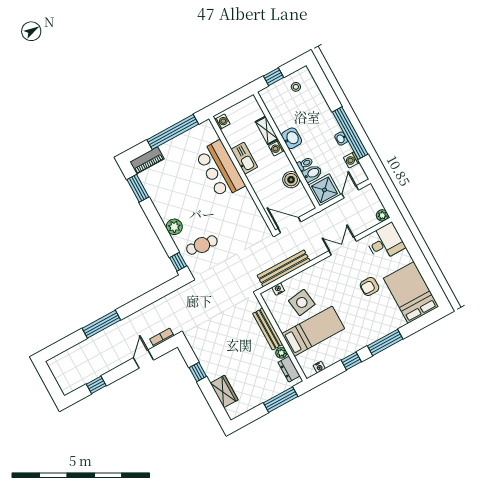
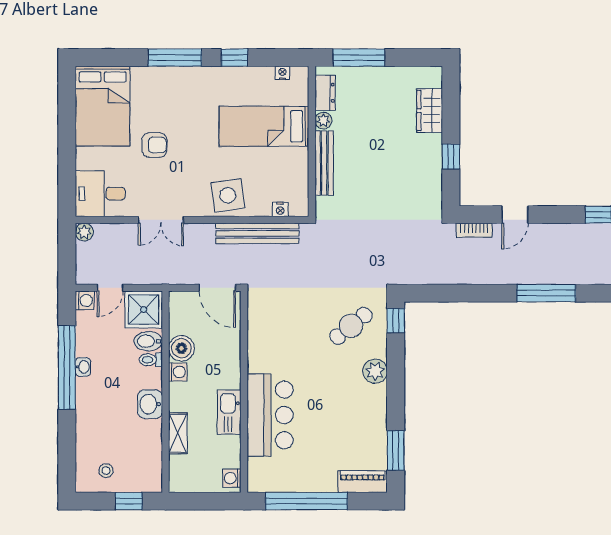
washing machine: (276, 148) -> (178, 372), moved
washing machine: (352, 160) -> (85, 300), moved
cafe table: (202, 245) -> (351, 326), turned -46
side table: (302, 302) -> (228, 195), moved

